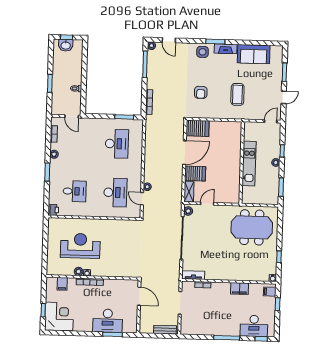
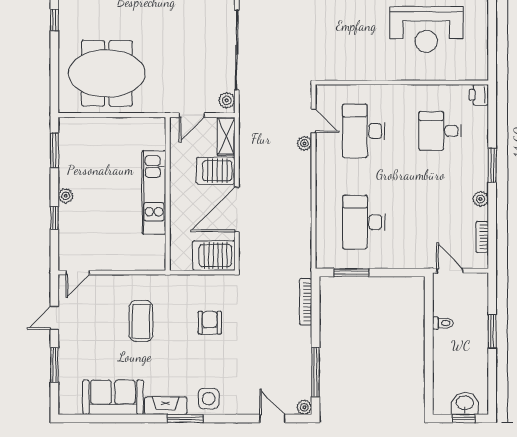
wall: (242, 163) -> (168, 194), moved
kitchen unit: (249, 164) -> (154, 192), moved

